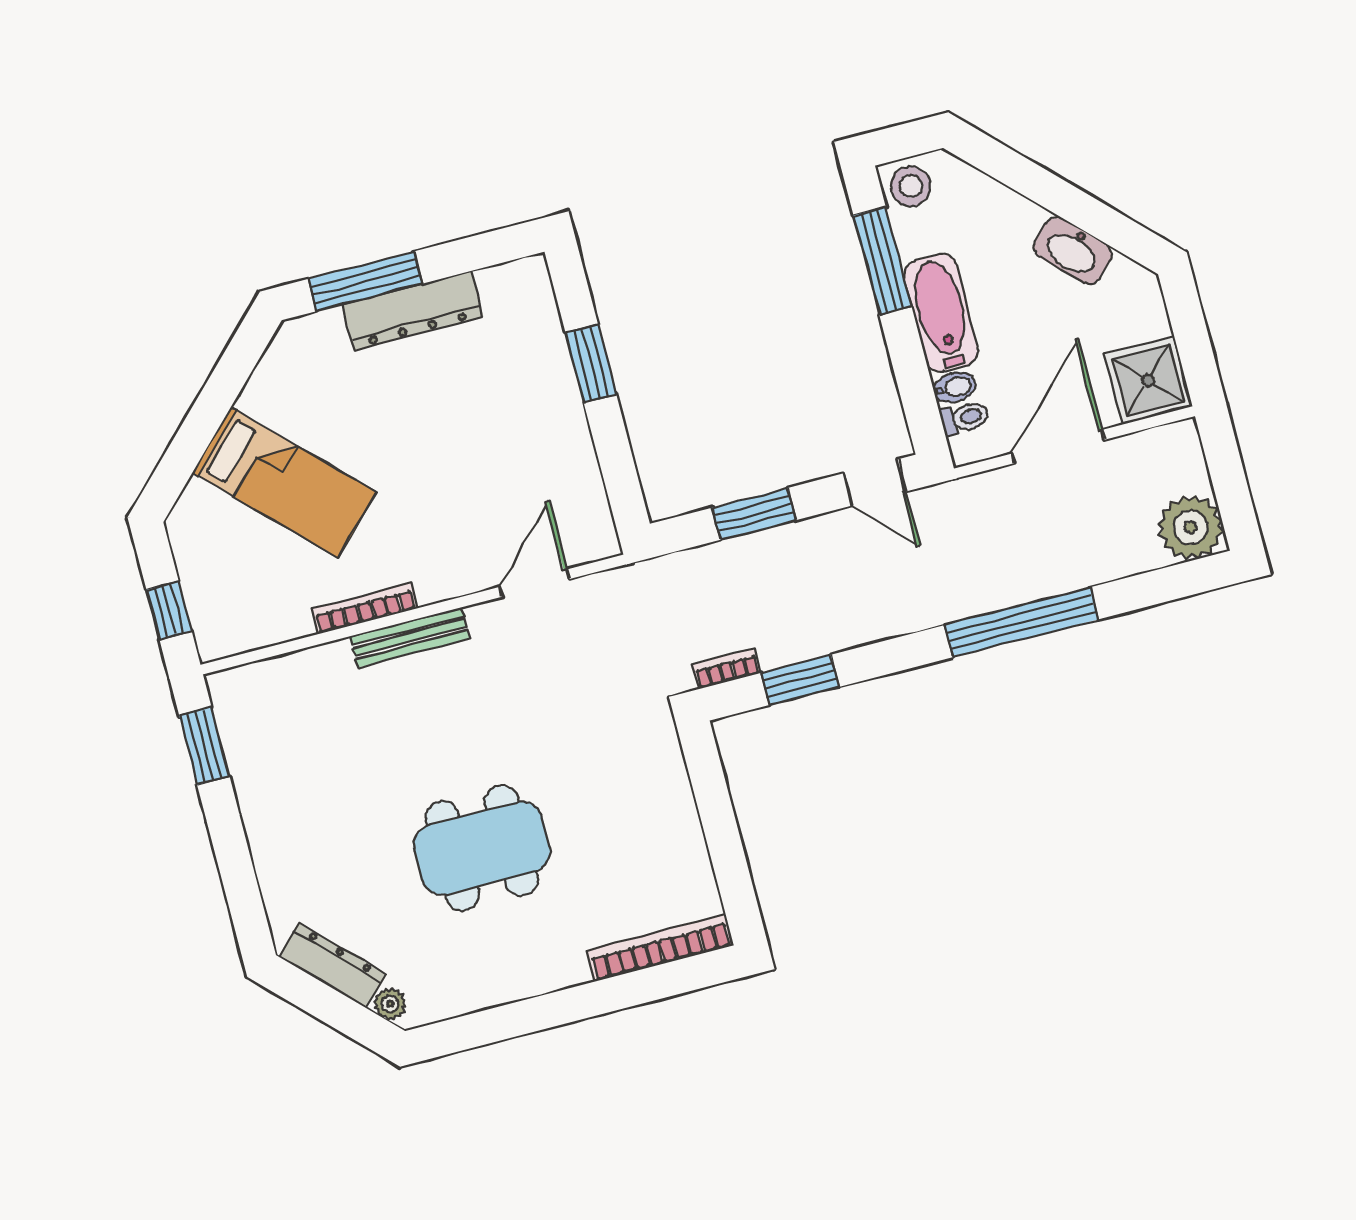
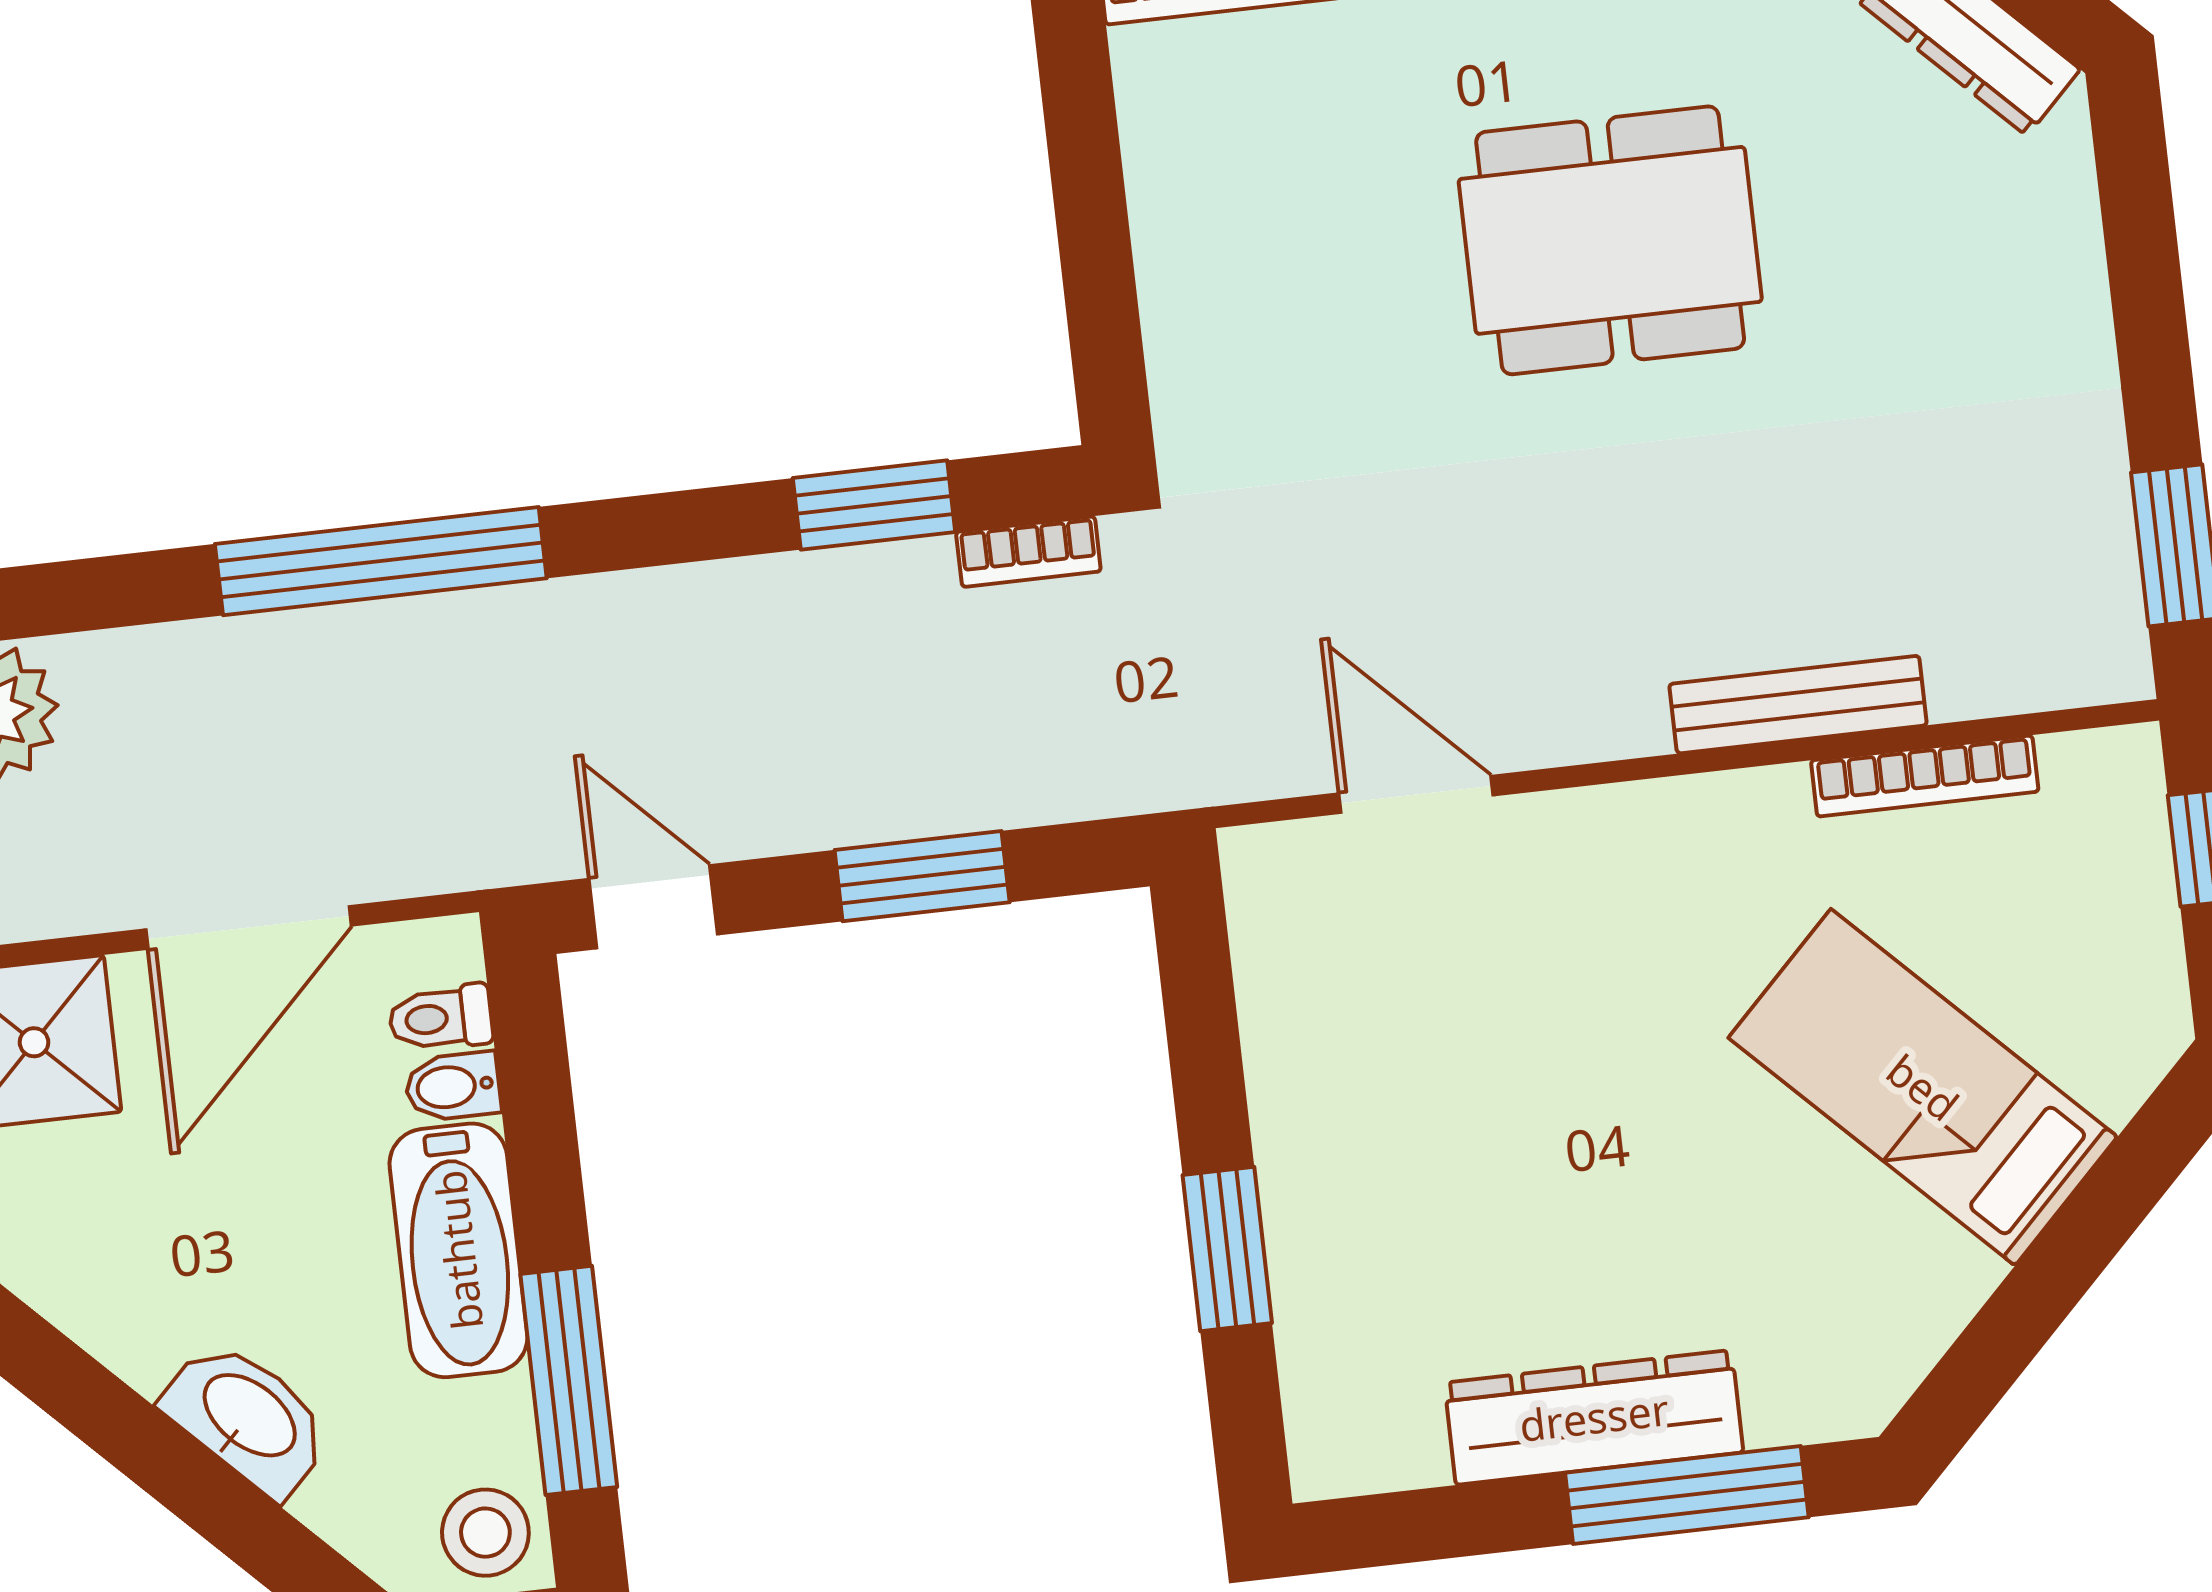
washbasin: (1073, 250) -> (248, 1418), moved
door: (534, 583) -> (1416, 794), swing flipped
bookcase: (365, 609) -> (1925, 776), moved
bench: (410, 637) -> (1798, 705), moved

